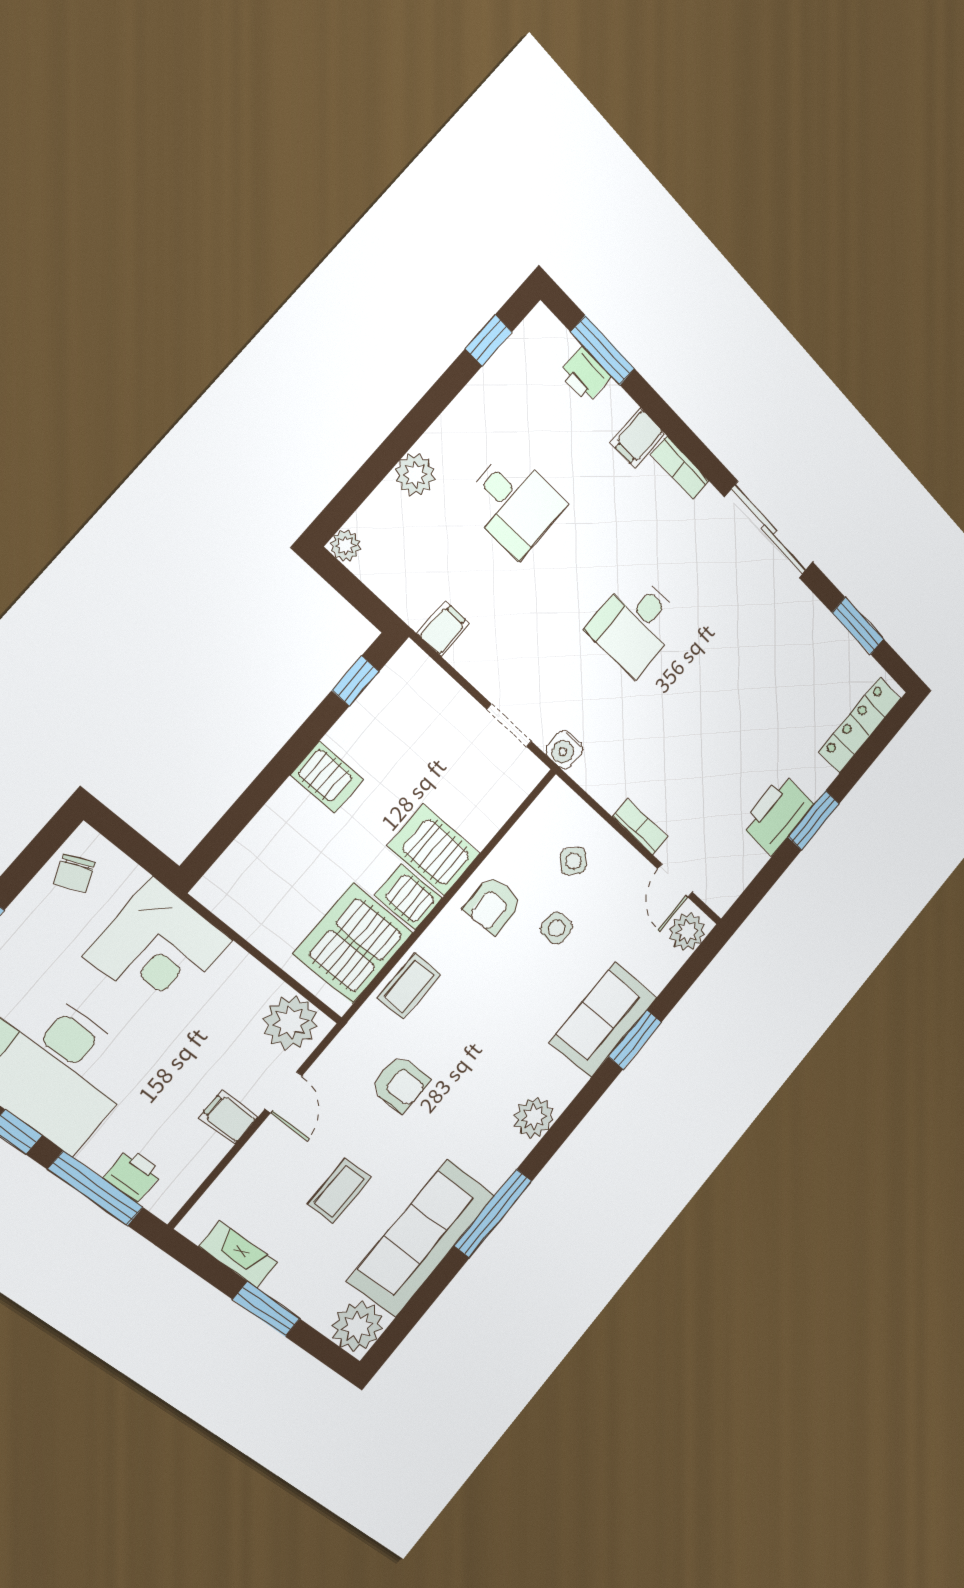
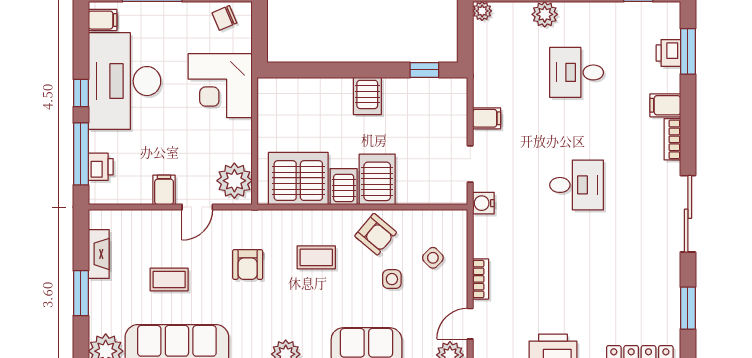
desk: (514, 503) -> (577, 72), turned 90
desk: (635, 625) -> (577, 185), turned 180
filing cabinet: (444, 629) -> (487, 118), moved
armchair: (493, 905) -> (376, 234), turned -139
coffee table: (409, 986) -> (316, 257), moved

